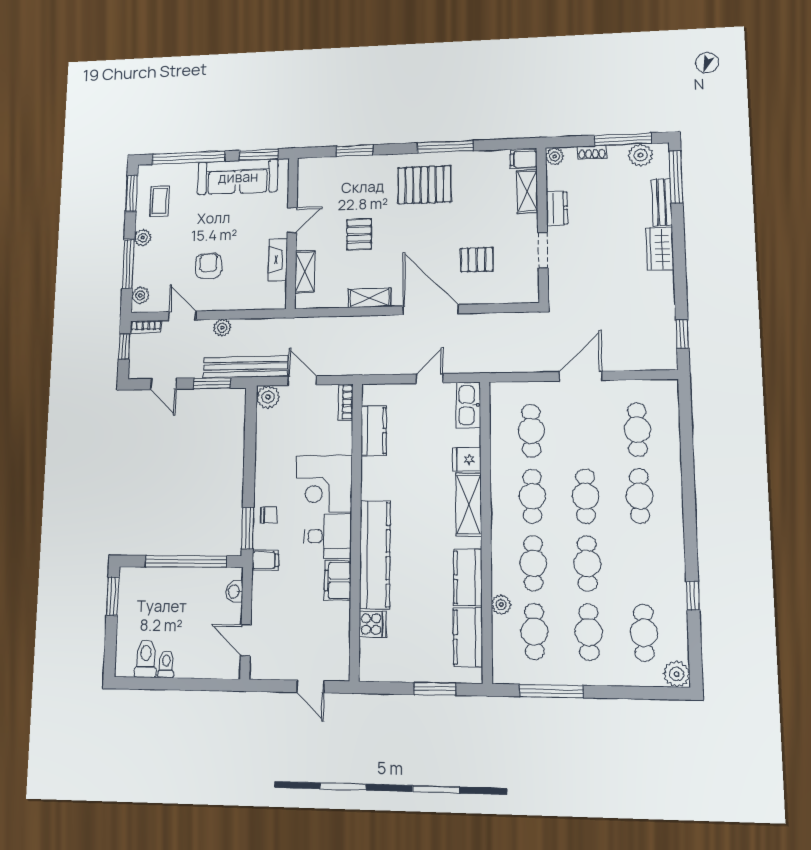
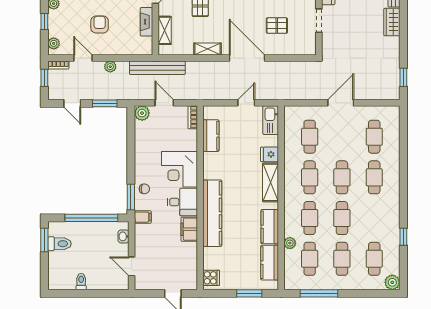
window: (128, 264) -> (44, 21), width x0.46
bench: (245, 367) -> (157, 68), moved
cooker: (373, 624) -> (211, 278), moved
toilet: (146, 658) -> (59, 244), moved, turned 90

